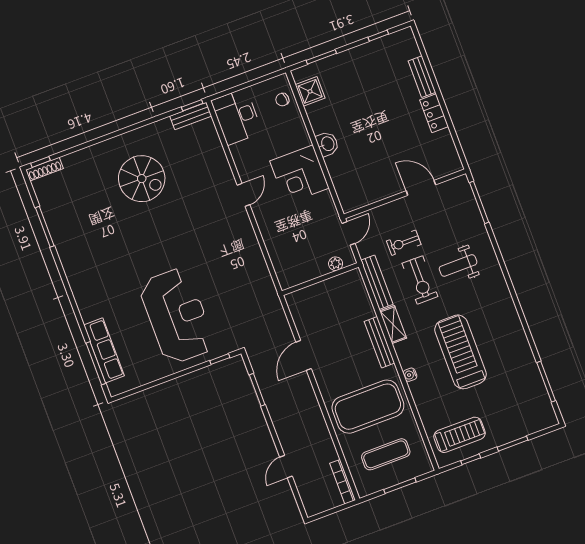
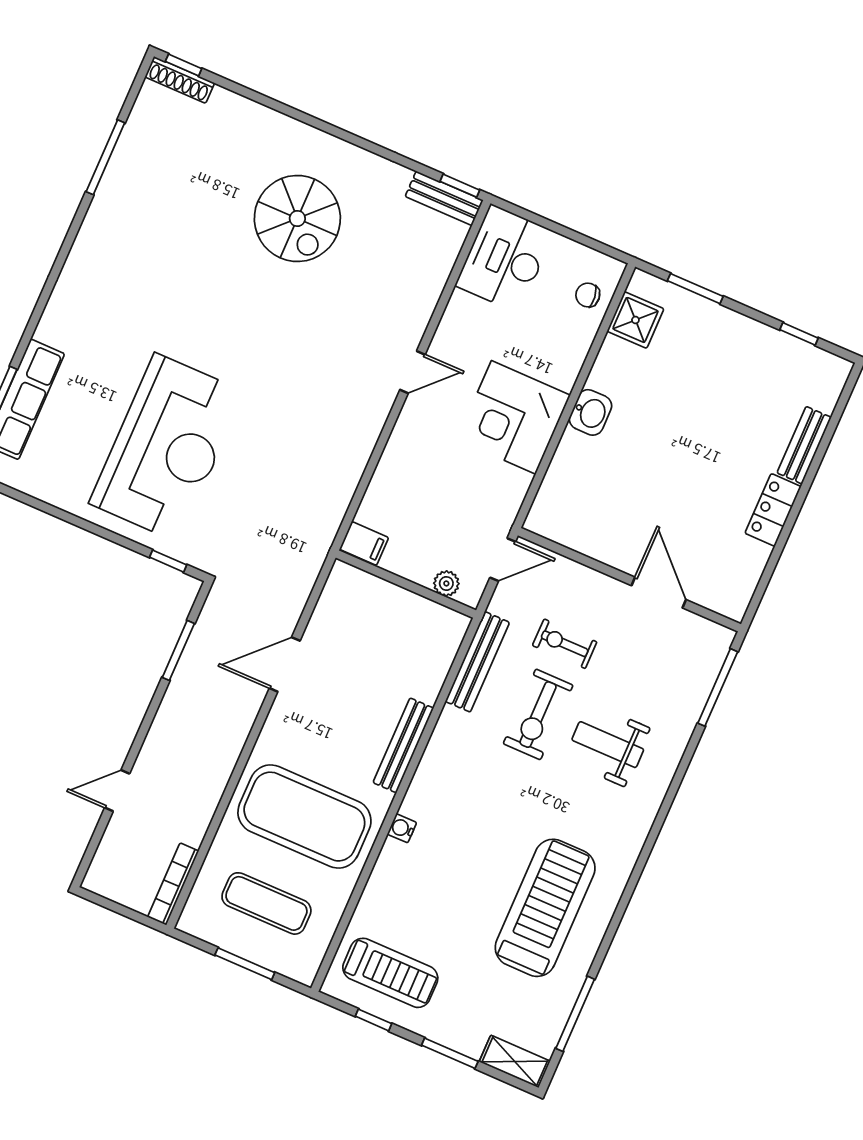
filing cabinet: (289, 279) -> (364, 543), added
shelving: (393, 325) -> (515, 1061), moved, turned 90
treadmill: (461, 352) -> (545, 908), moved

